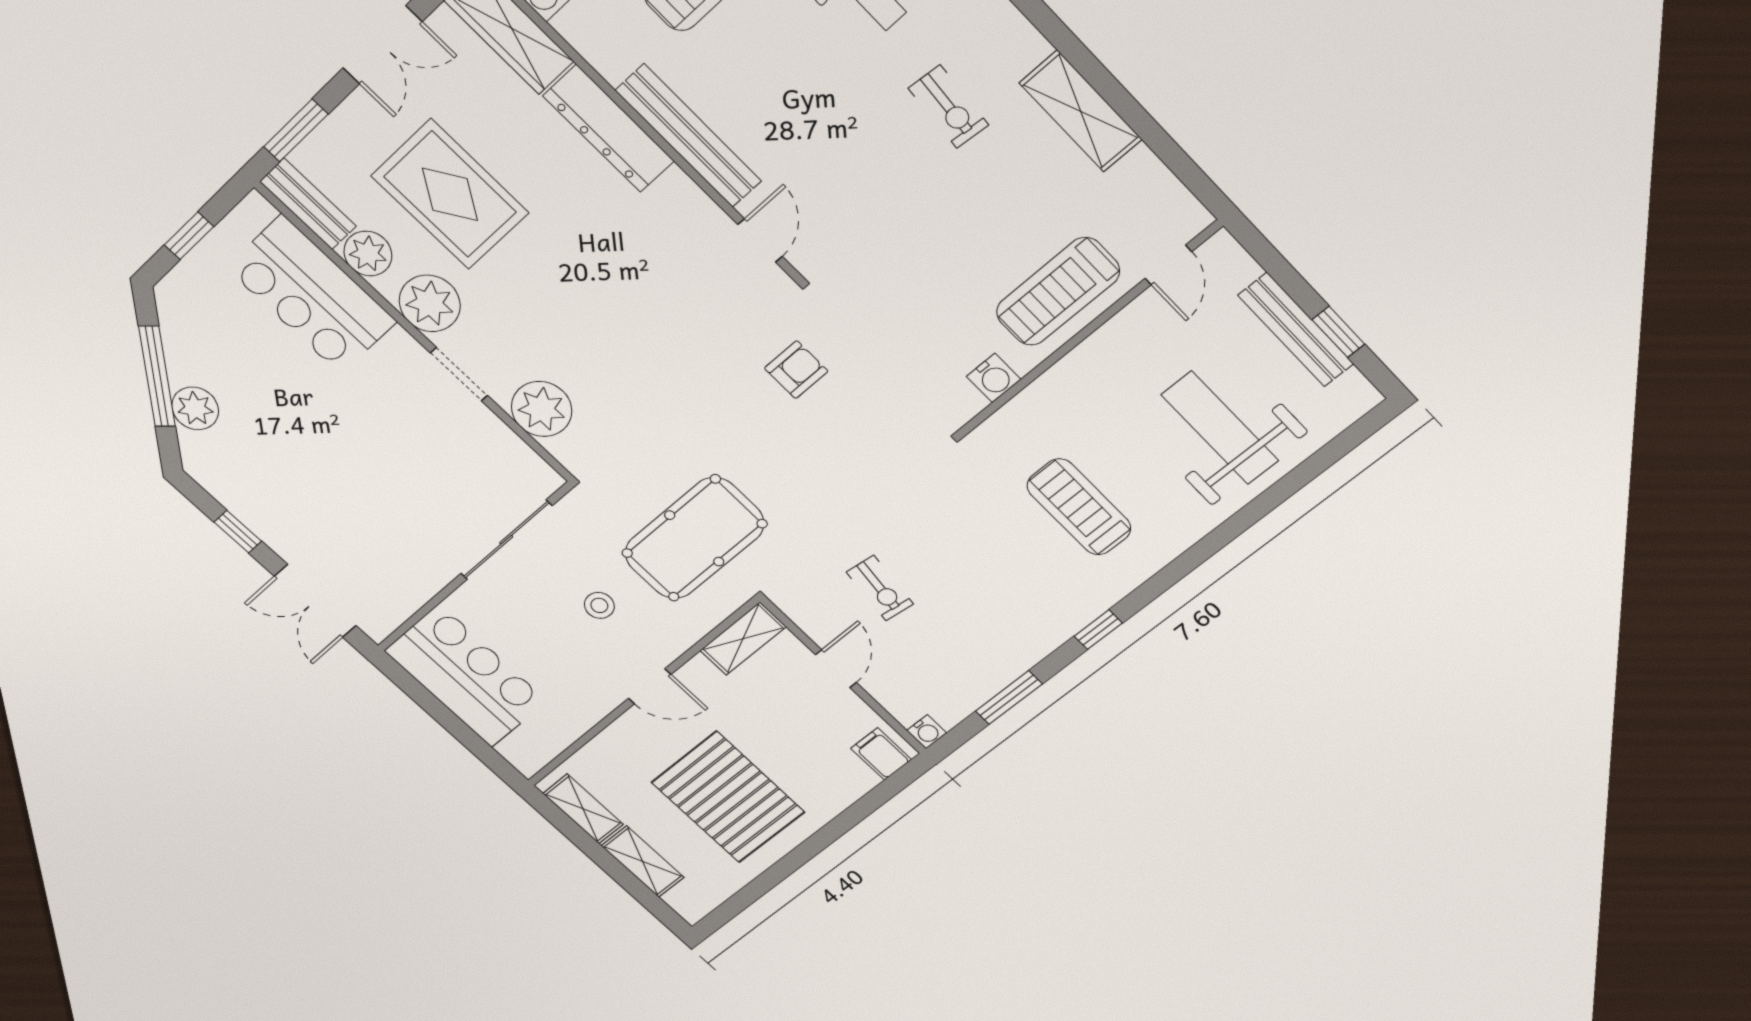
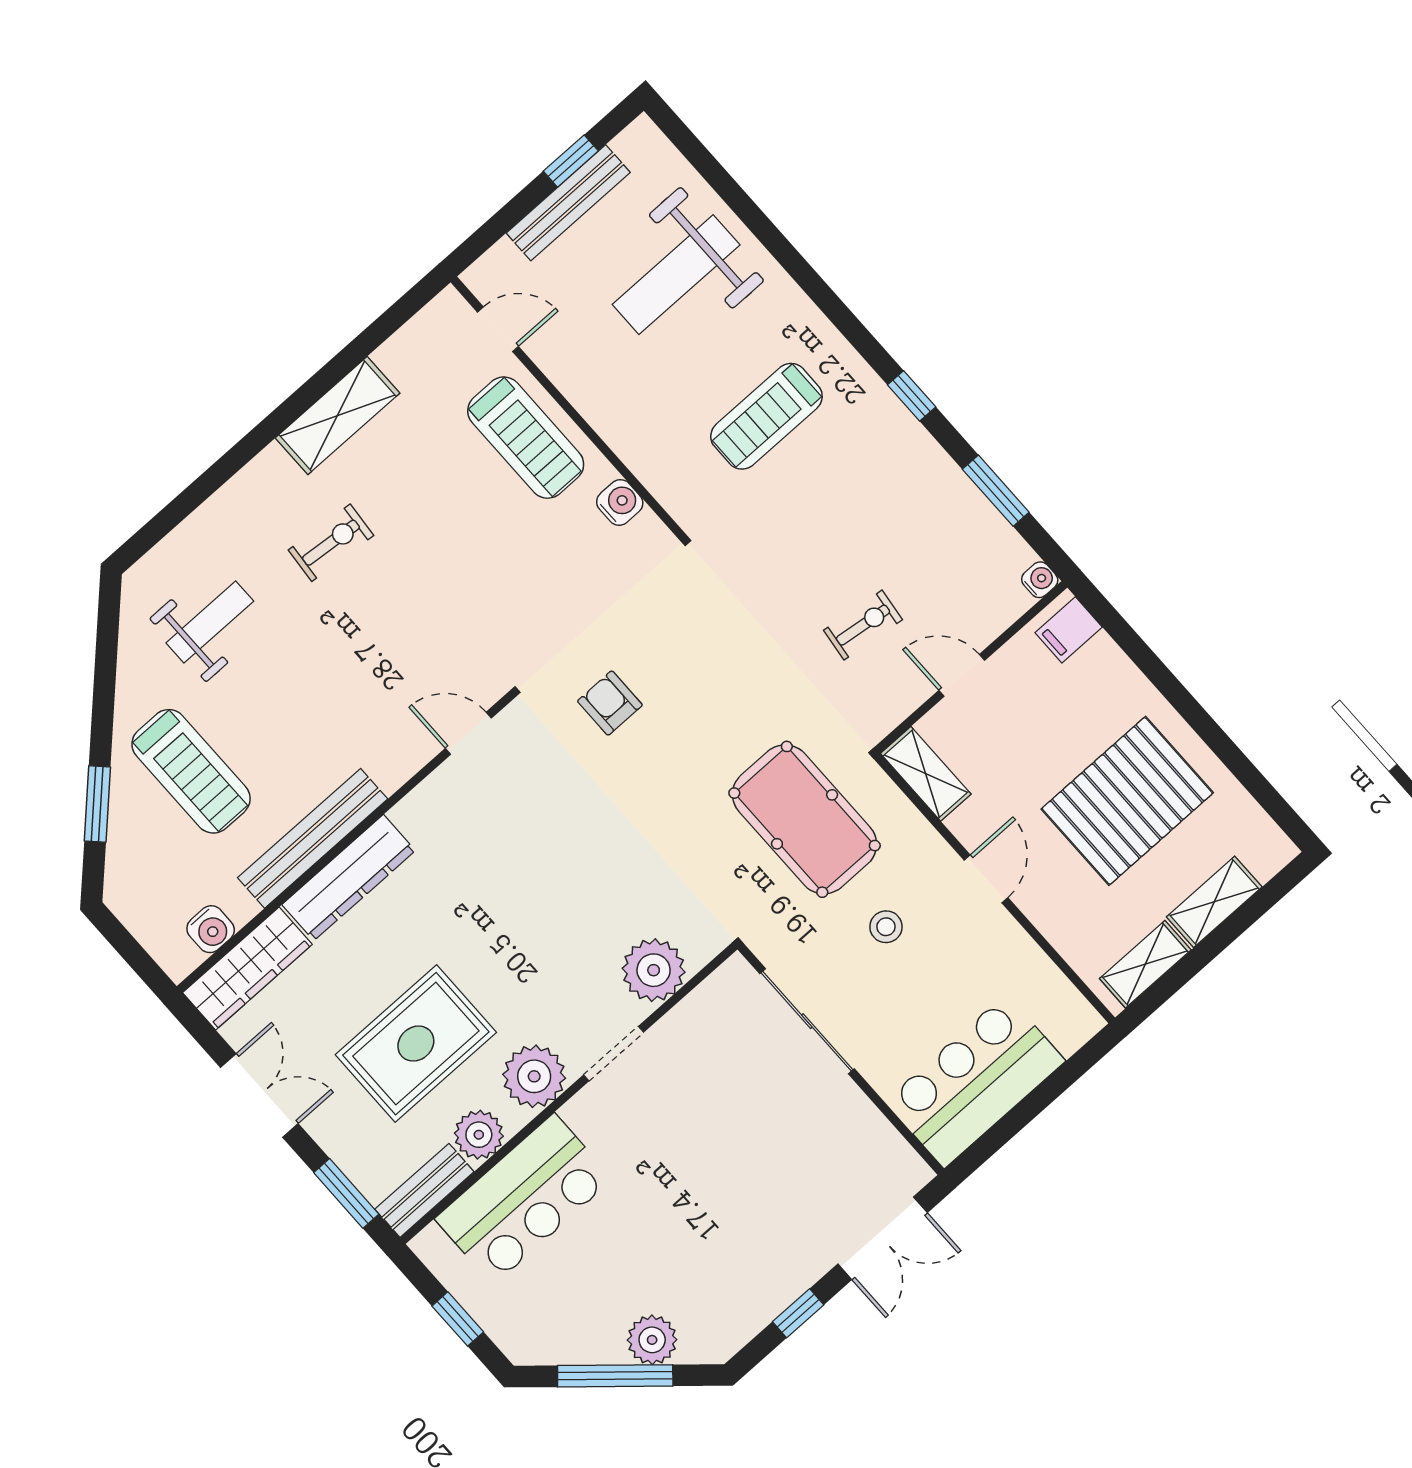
bench: (689, 136) -> (313, 838), moved

